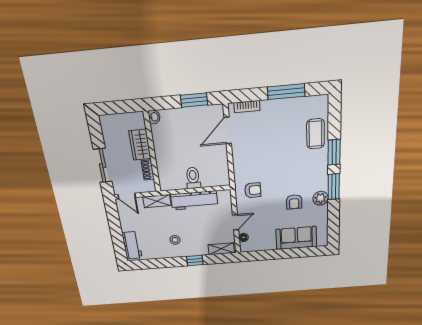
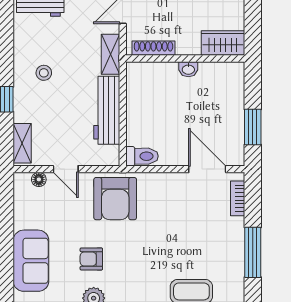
washbasin: (154, 117) -> (188, 69), moved
wardrobe: (140, 145) -> (223, 43), moved
shoe rack: (148, 170) -> (153, 48), width x1.43
toilet: (193, 178) -> (142, 156), moved
armchair: (253, 190) -> (115, 199), width x1.88, depth x1.88

